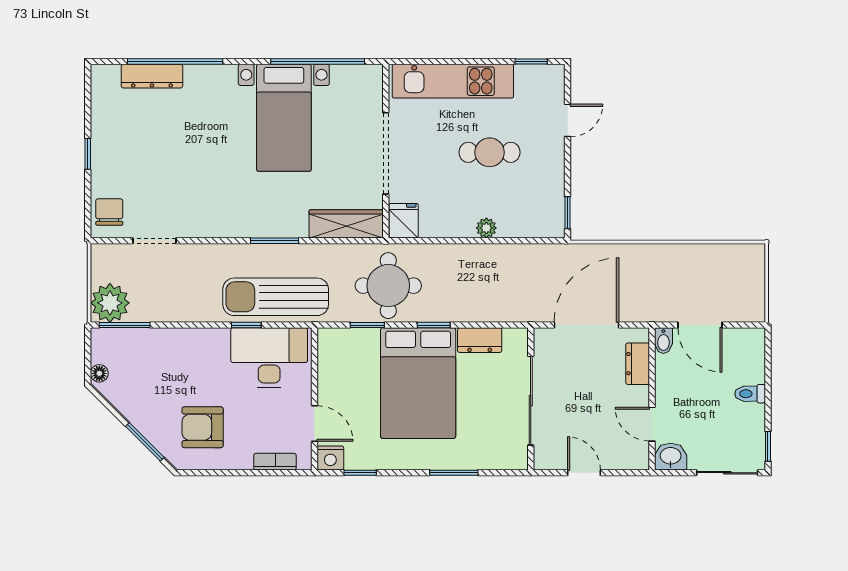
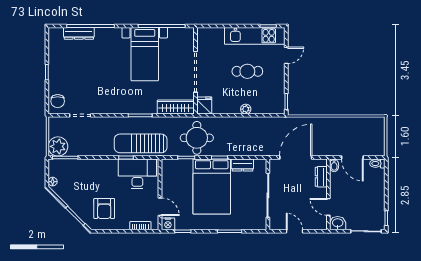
kitchen unit: (453, 81) -> (255, 36), moved
chair: (109, 212) -> (58, 101), turned 180
toilet: (750, 394) -> (377, 164), moved
armchair: (203, 427) -> (104, 209), turned -90

